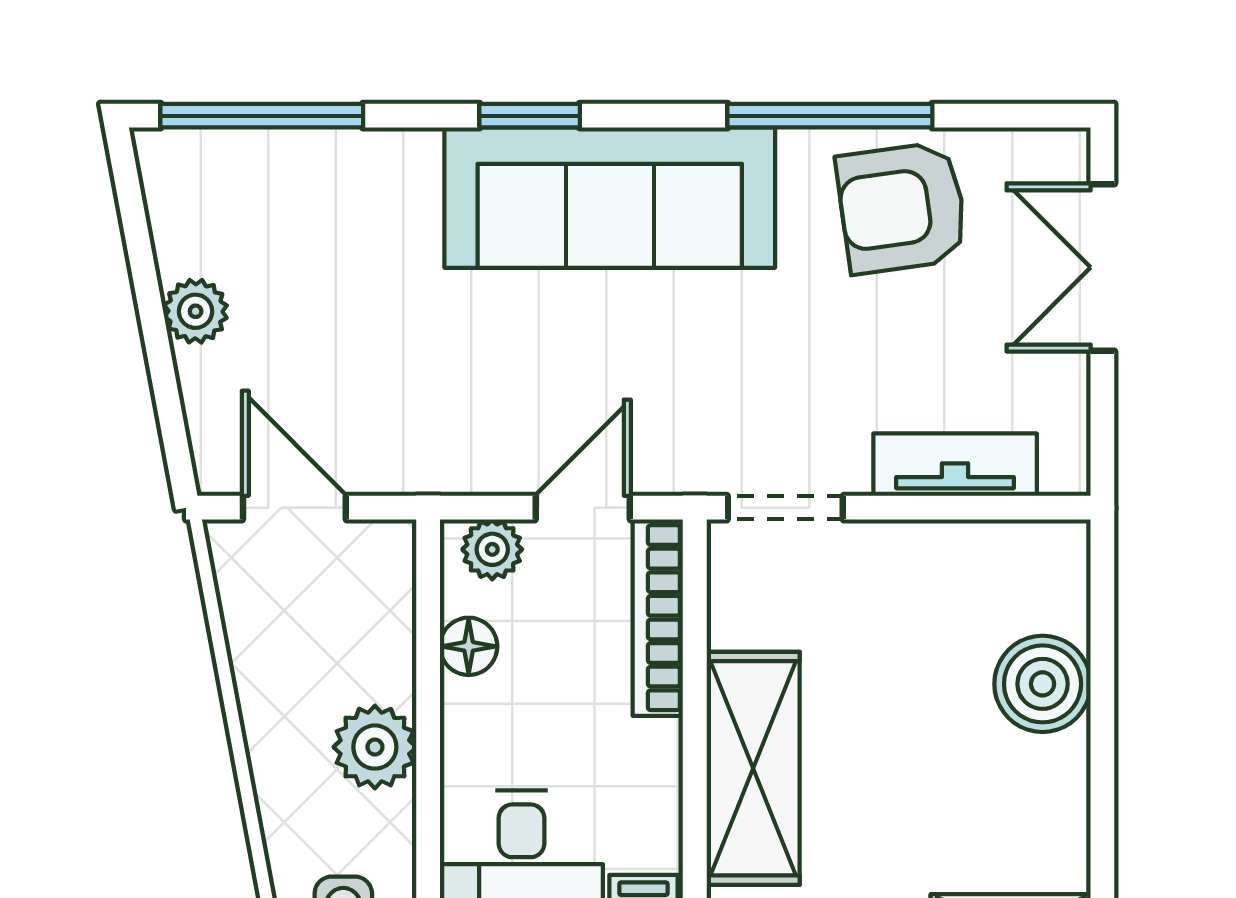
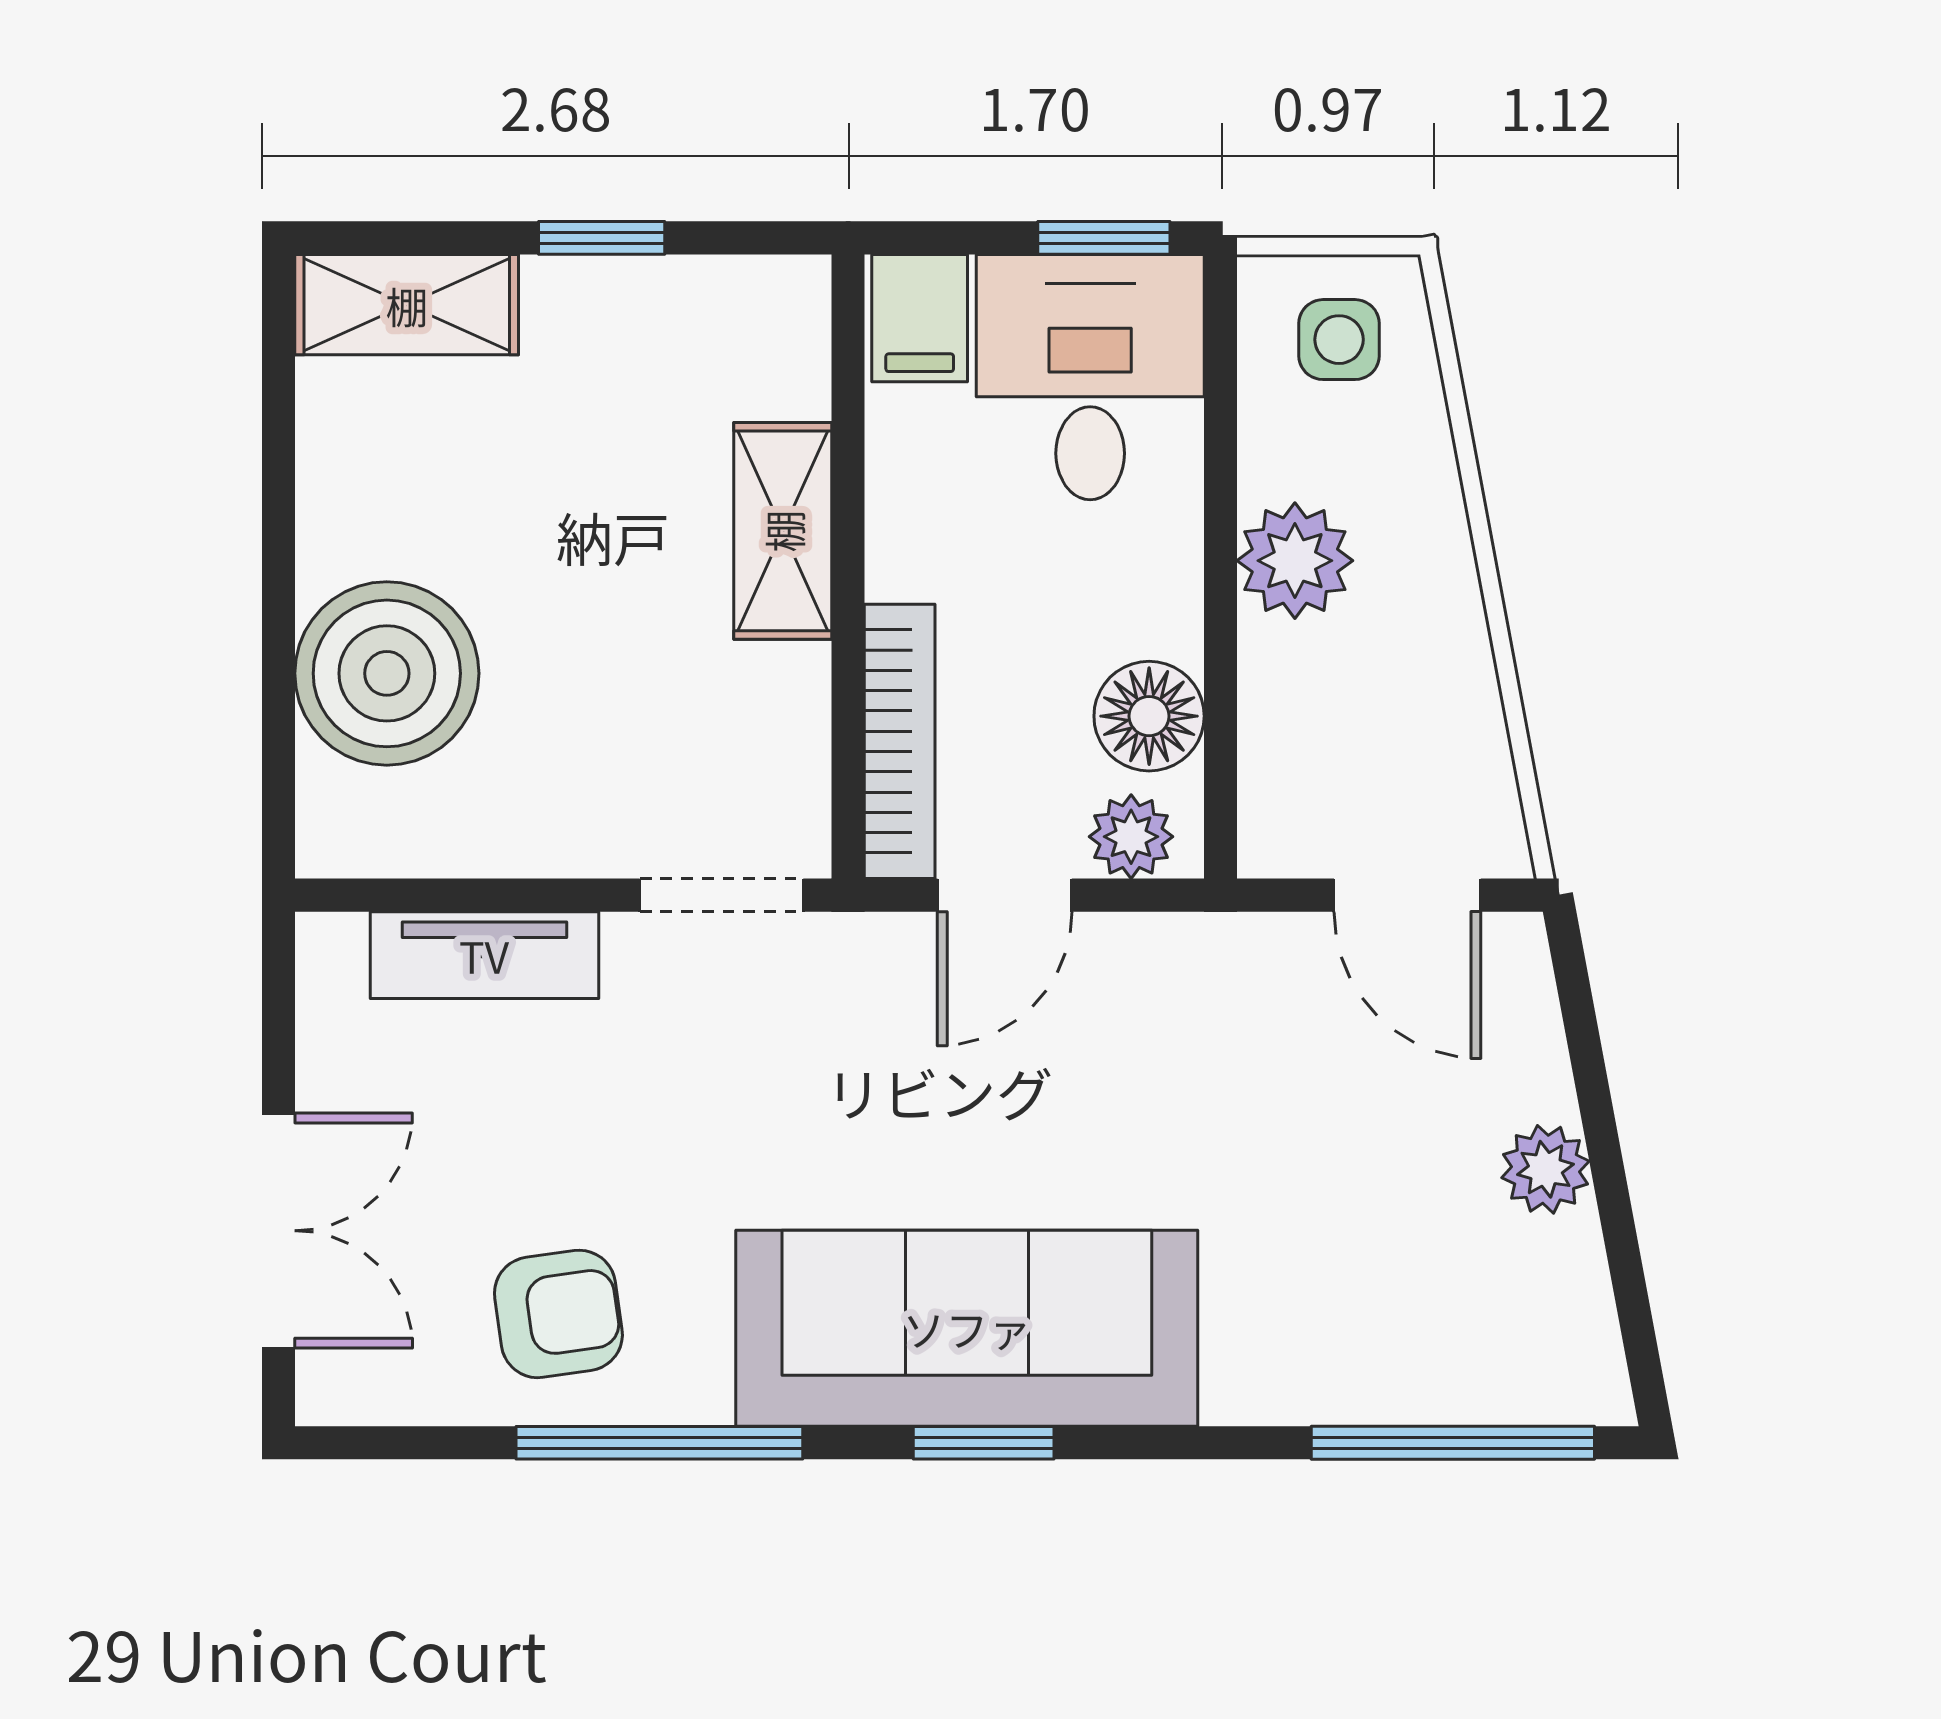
window: (530, 116) -> (984, 1443), moved
armchair: (902, 208) -> (558, 1314), width x0.72, depth x0.72
floor lamp: (469, 646) -> (1149, 716), width x1.37, depth x1.37
boiler: (1043, 684) -> (387, 673), width x1.37, depth x1.37
shelving: (753, 768) -> (783, 531), width x0.67, depth x0.75

